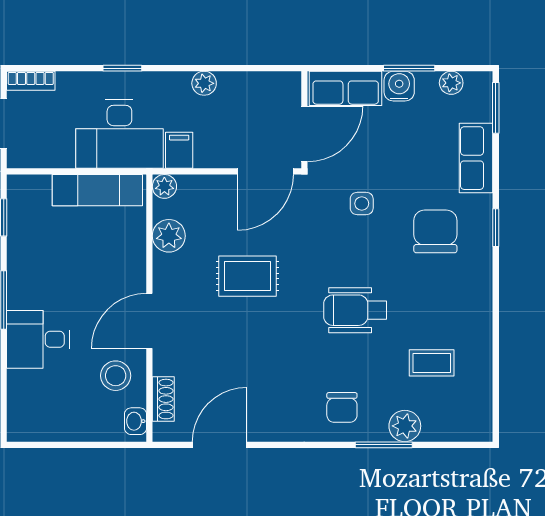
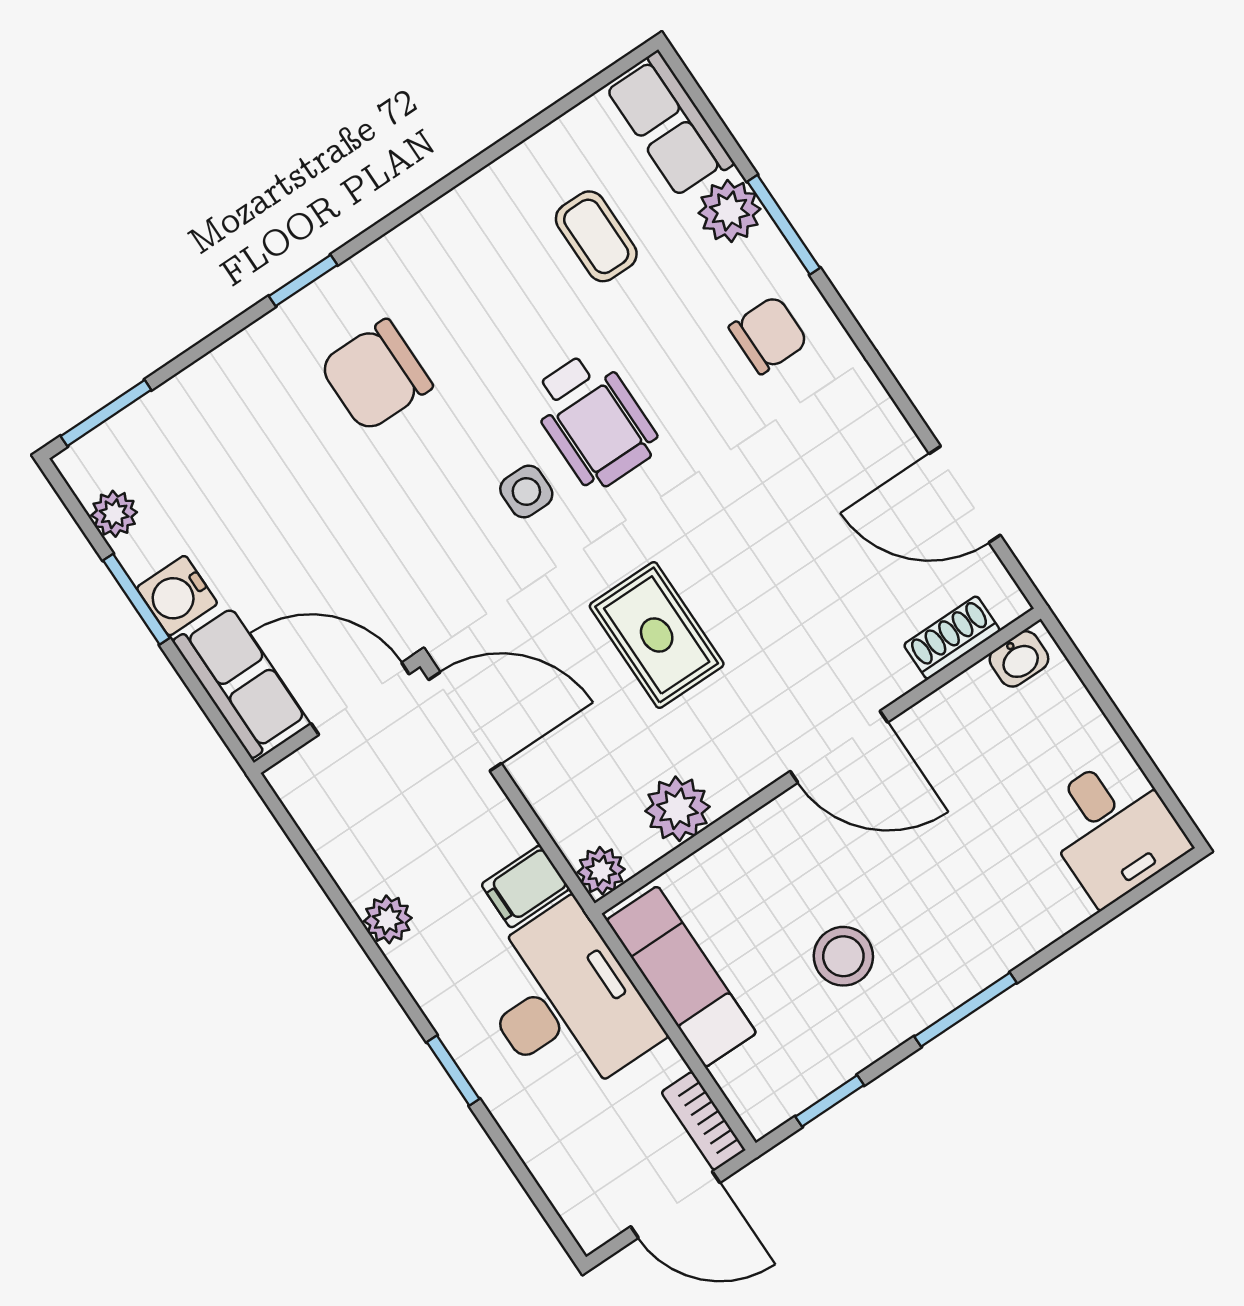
bookcase: (31, 81) -> (703, 1121), moved, turned 180
row of seats: (476, 158) -> (669, 125), moved, turned 90
side table: (362, 204) -> (526, 492), moved
desk: (38, 339) -> (1113, 829), moved
stool: (116, 376) -> (843, 956), moved

